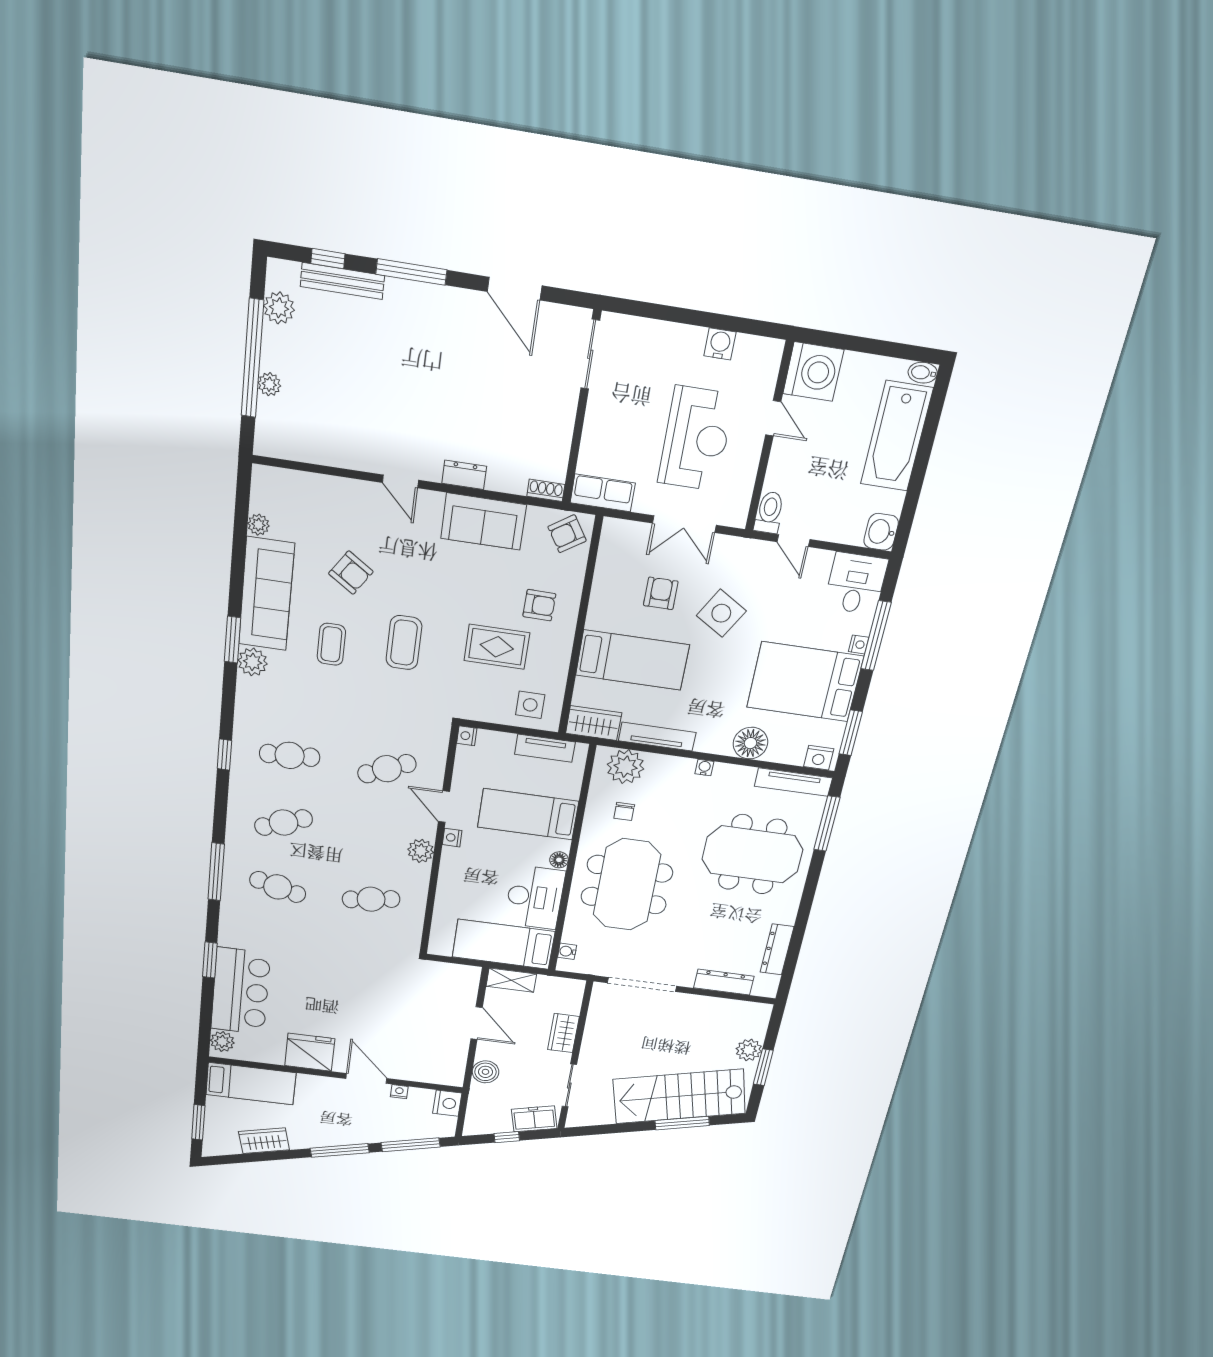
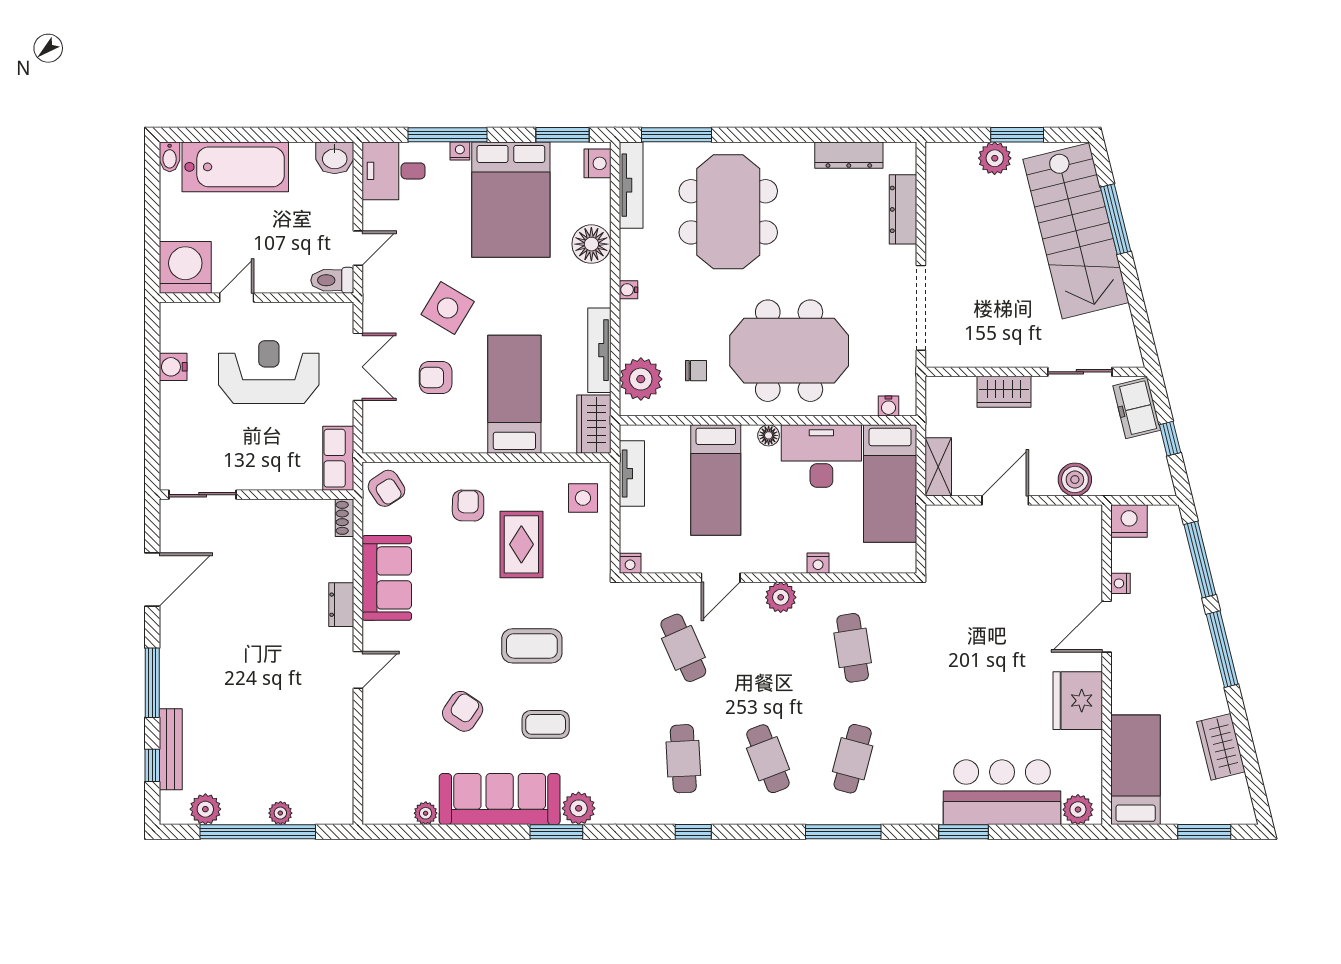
nightstand: (452, 838) -> (818, 563), moved

